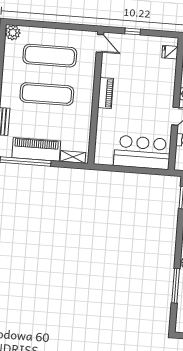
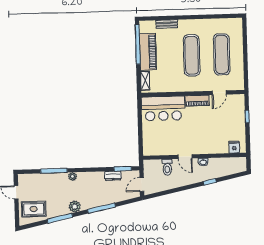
plant: (13, 33) -> (236, 24), removed
door: (100, 43) -> (219, 93), moved
bar counter: (142, 152) -> (163, 108), moved, turned 90

